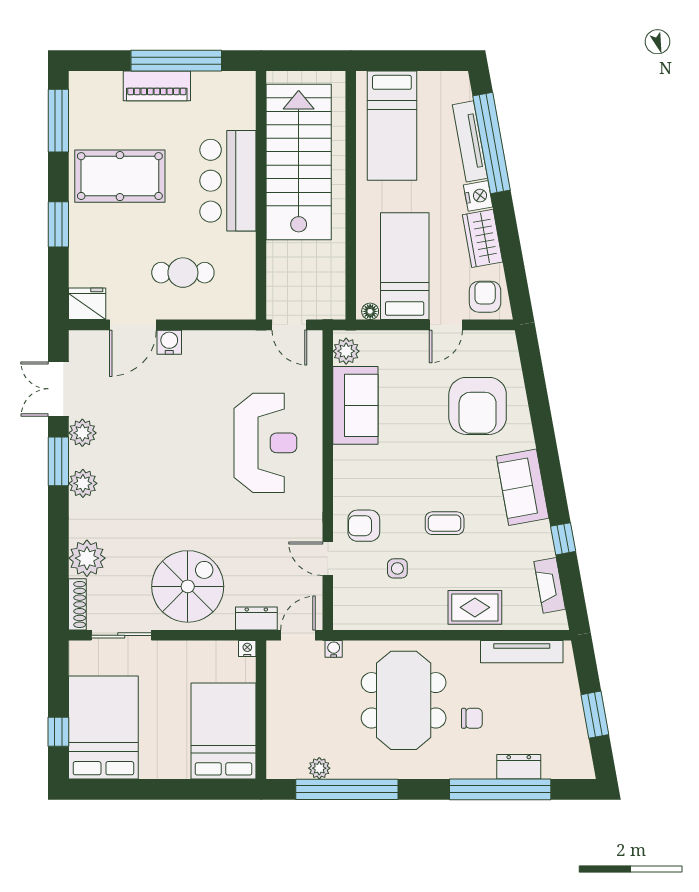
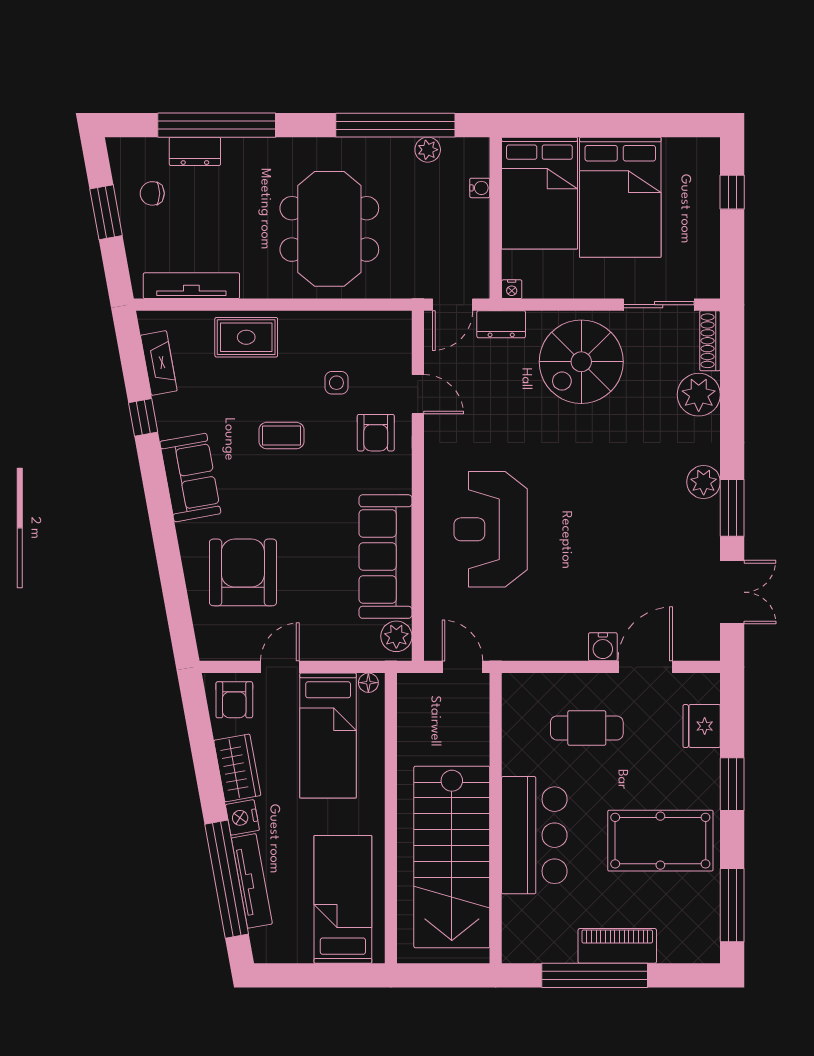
fridge: (87, 304) -> (702, 726), moved, turned 90
sofa: (355, 405) -> (385, 557), width x1.36
plant: (82, 433) -> (704, 541), removed
armchair: (364, 526) -> (376, 433), turned 90
water cooler: (334, 649) -> (480, 188), moved, turned -90
chair: (472, 718) -> (152, 193), moved
bed: (103, 727) -> (620, 197), moved

